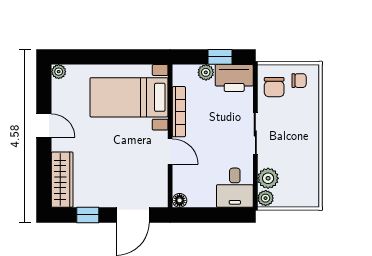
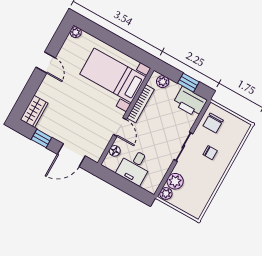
plant: (206, 72) -> (163, 82), moved
chair: (299, 81) -> (210, 153), moved
wardrobe: (62, 180) -> (34, 111), width x0.67
desk: (235, 188) -> (135, 167), moved
floor lamp: (180, 200) -> (115, 151), moved

